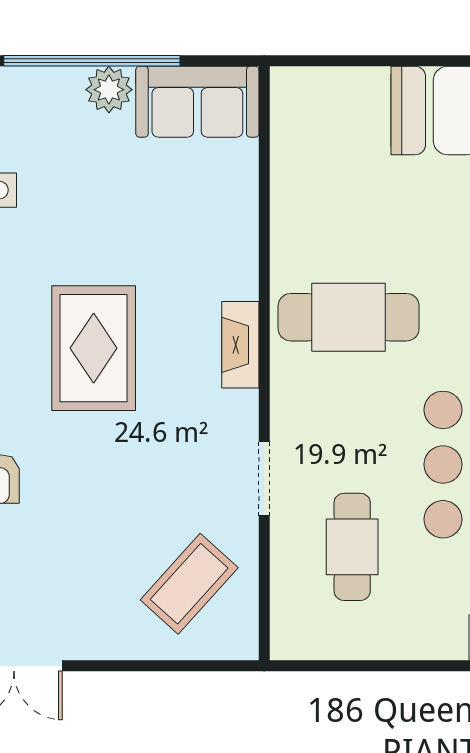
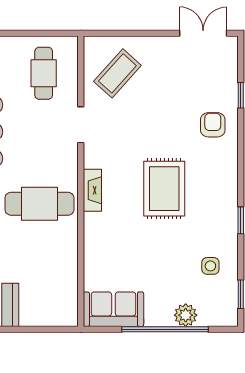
plant: (109, 90) -> (186, 315), moved
cafe table: (352, 547) -> (44, 73), moved

